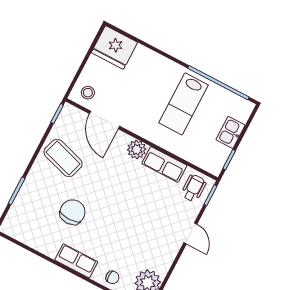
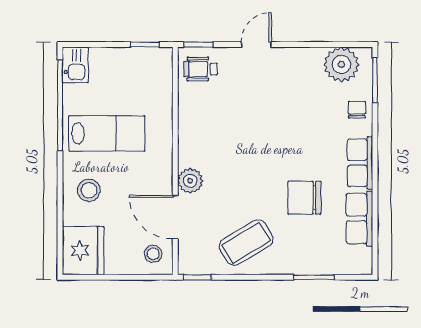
stool: (152, 72) -> (89, 190), added
door: (104, 120) -> (175, 217), swing flipped
kitchen sink: (230, 132) -> (75, 65), moved, turned -90
plant: (137, 149) -> (190, 181), moved
coffee table: (63, 158) -> (246, 243), turned 42
row of seats: (164, 164) -> (359, 219), moved, turned 180

